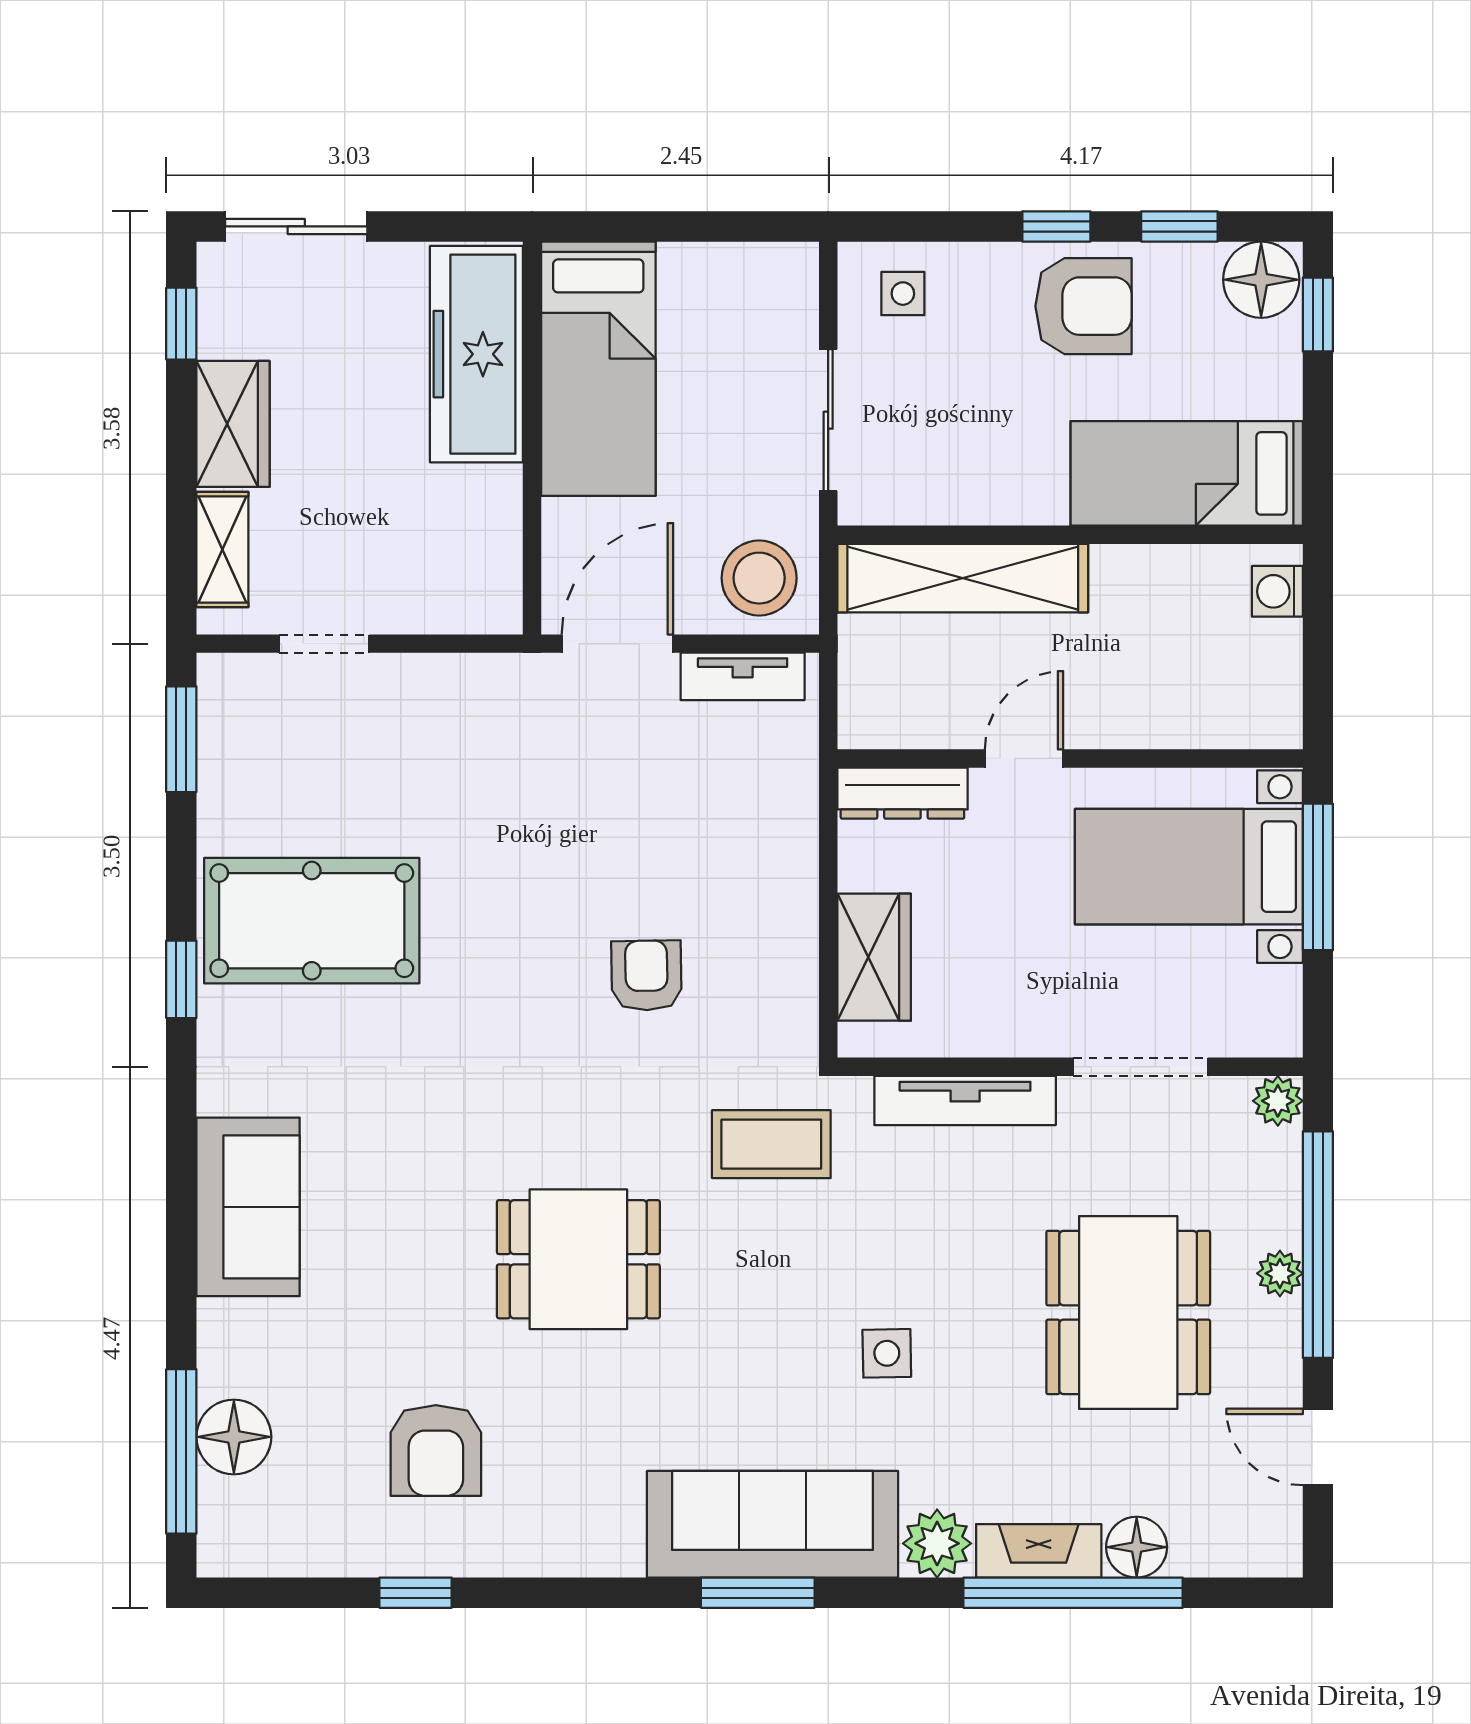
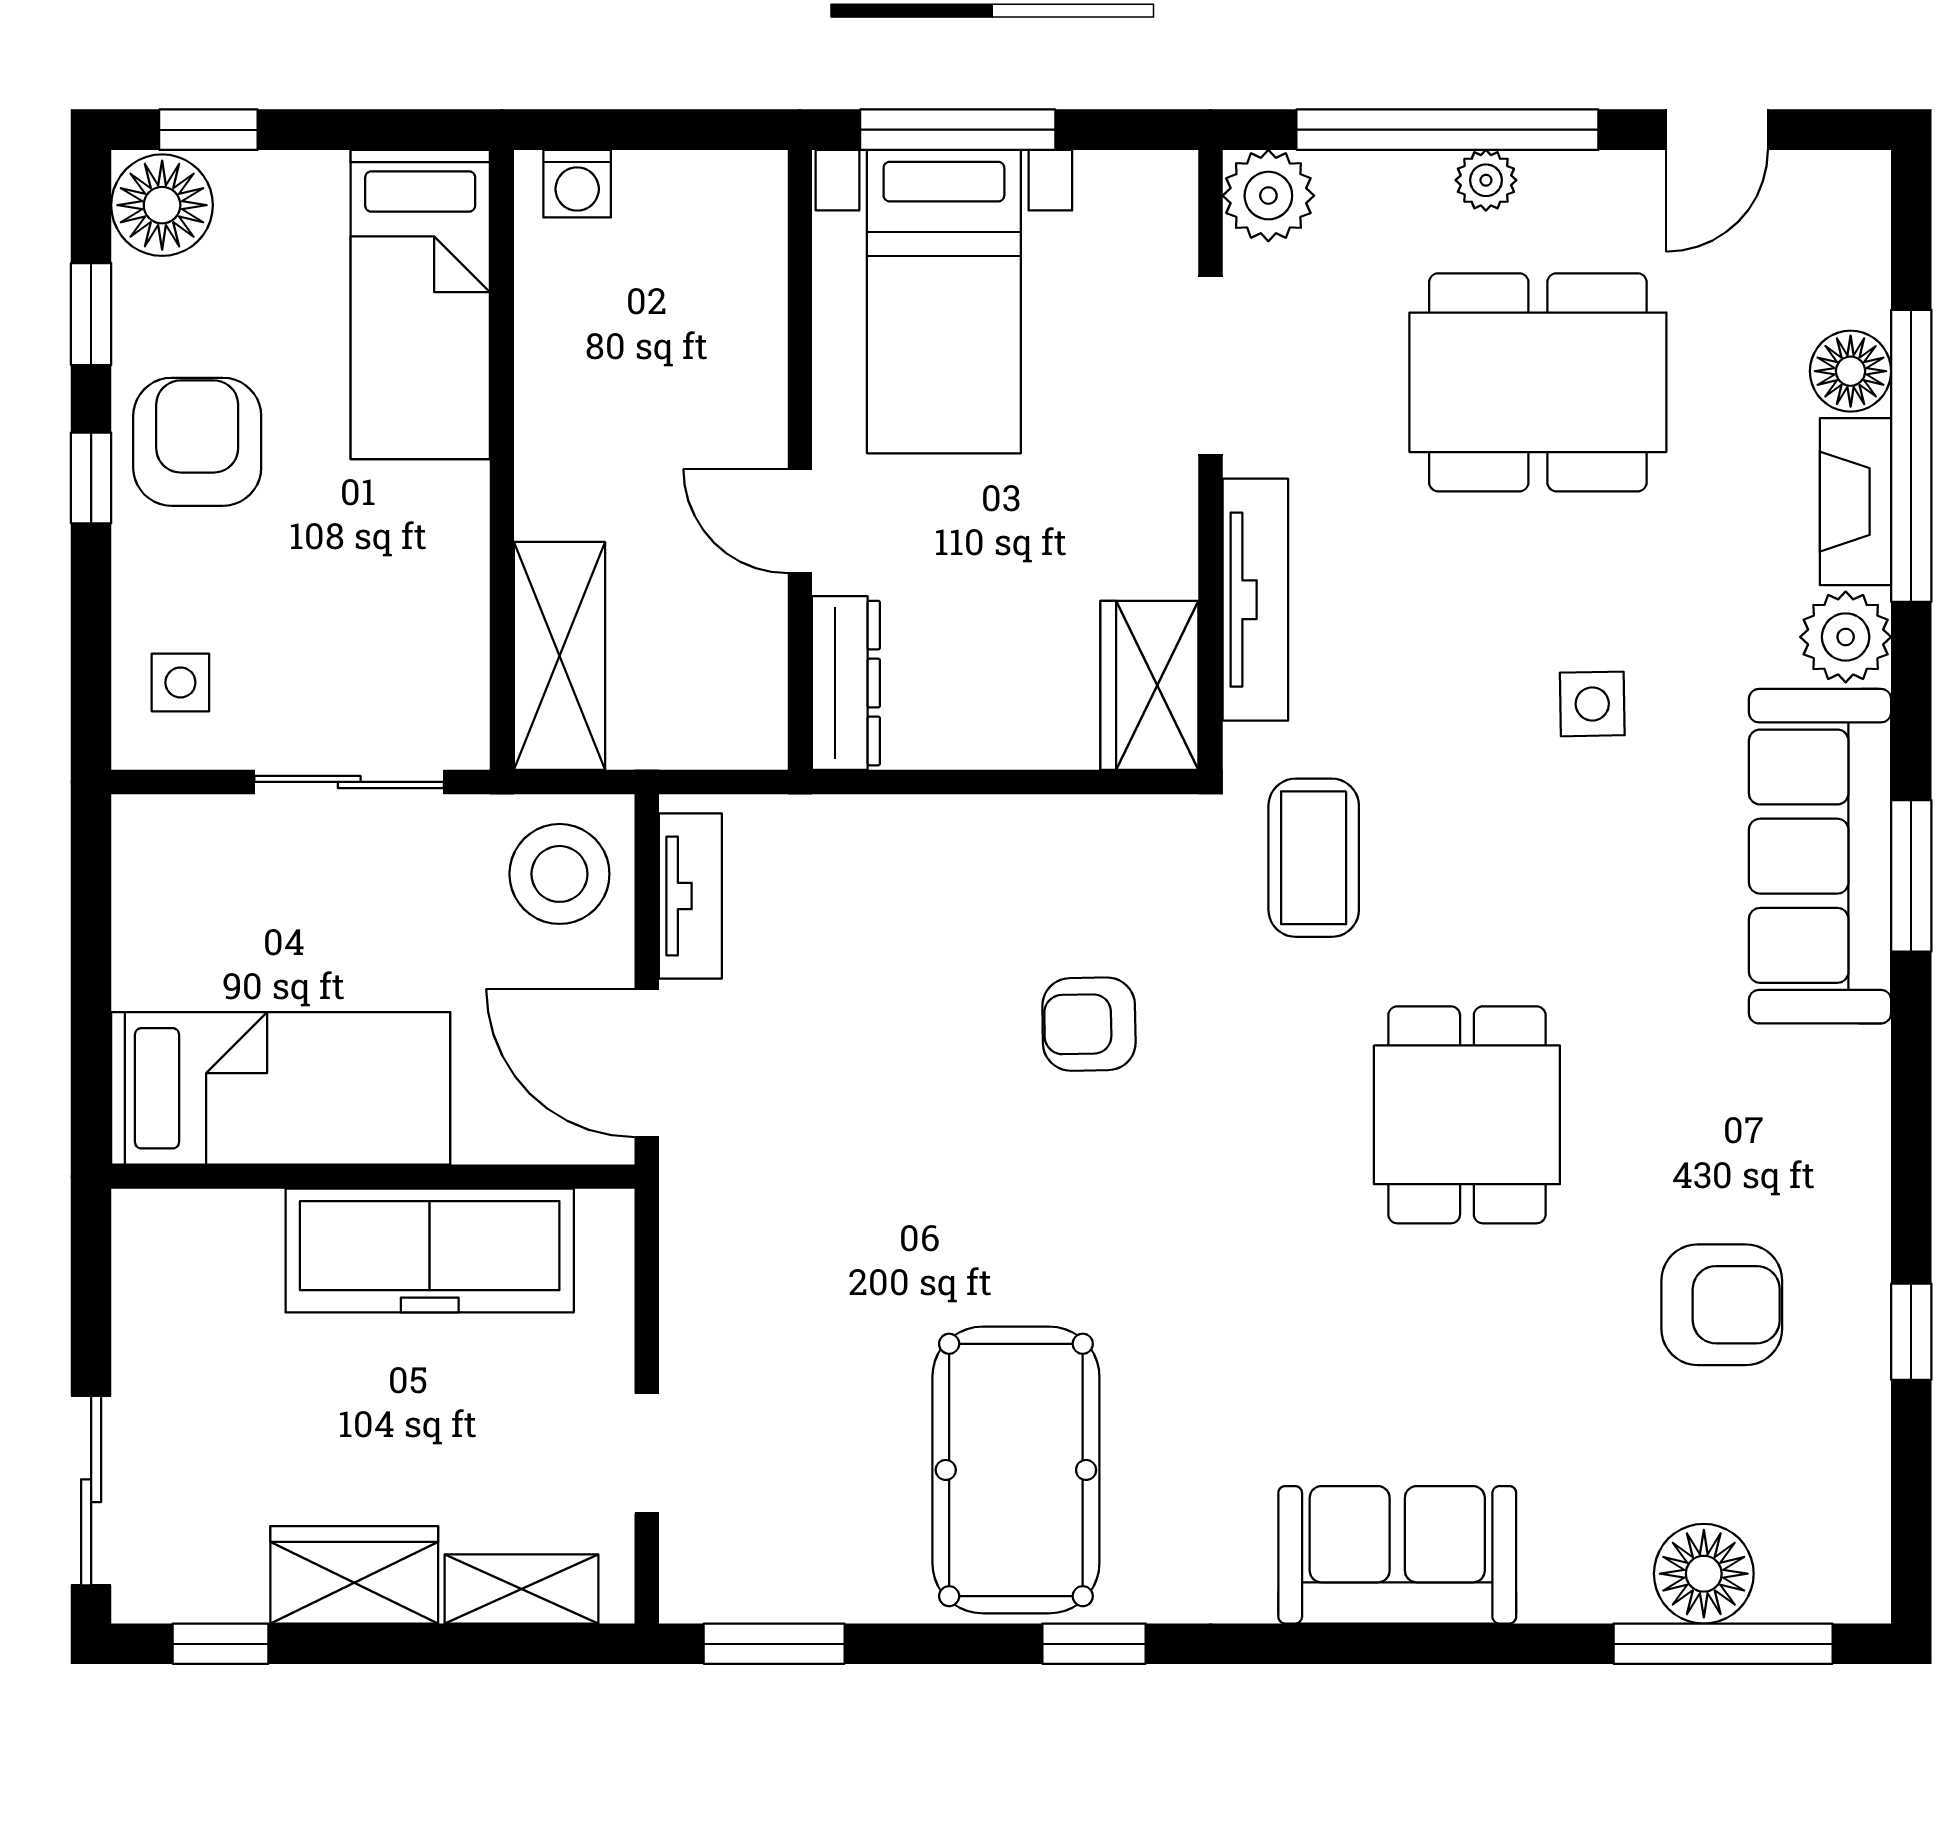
freezer: (476, 354) -> (430, 1251), moved
shelving: (963, 578) -> (560, 656), width x0.68
wardrobe: (874, 957) -> (1149, 685), moved, turned -90
plant: (1278, 1101) -> (1268, 196), width x1.38, depth x1.38

